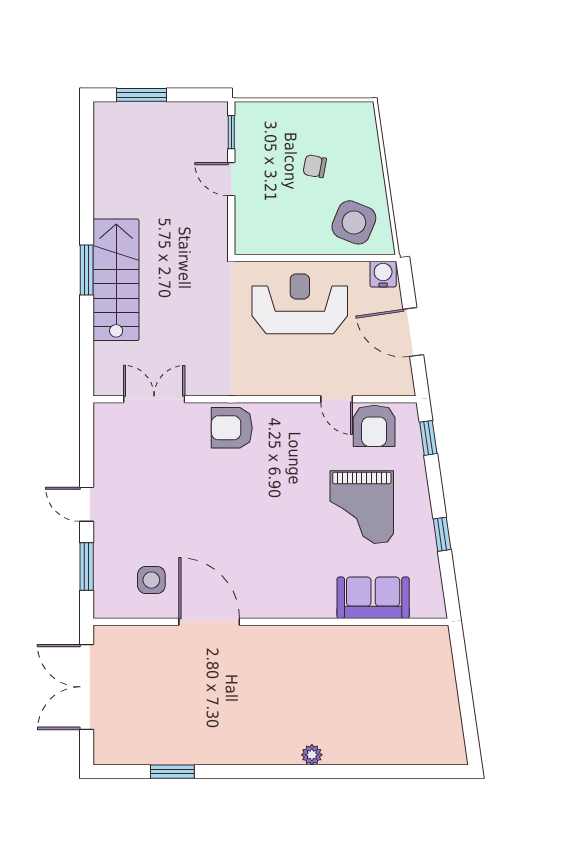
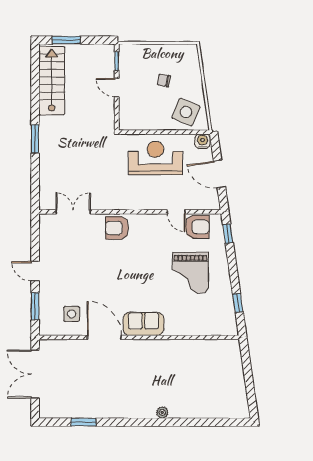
stairs: (116, 280) -> (52, 80), moved
armchair: (374, 426) -> (197, 227), turned -90
window: (442, 534) -> (238, 303), moved
sofa: (373, 598) -> (143, 324), moved

